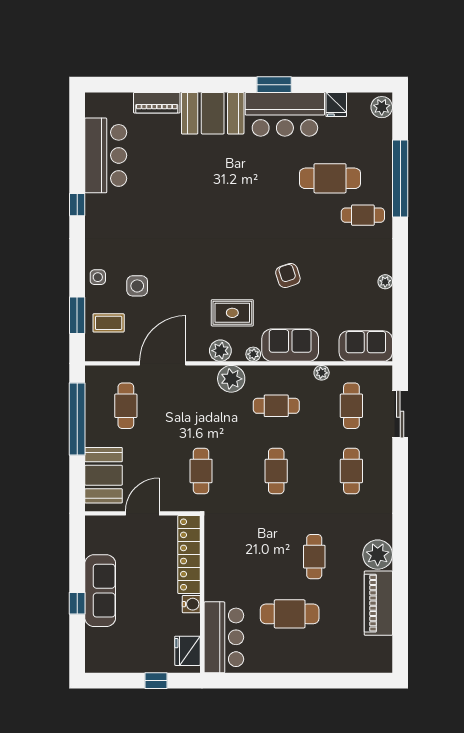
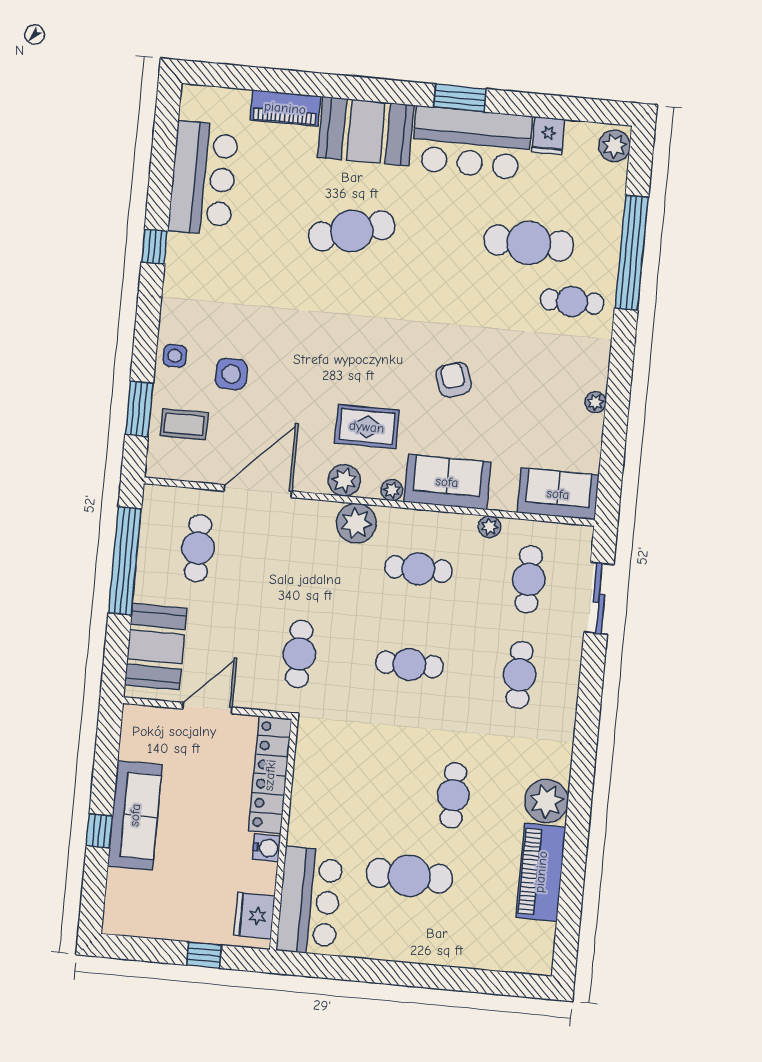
cafe table: (209, 181) -> (352, 231), added
cafe table: (276, 471) -> (409, 664), turned 90

